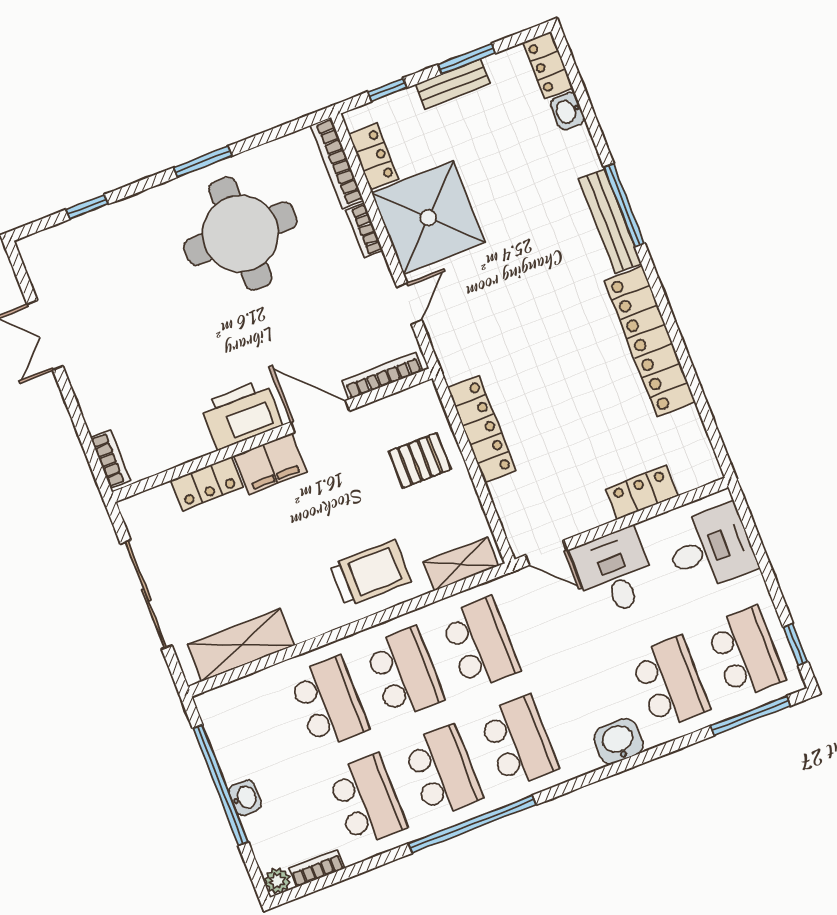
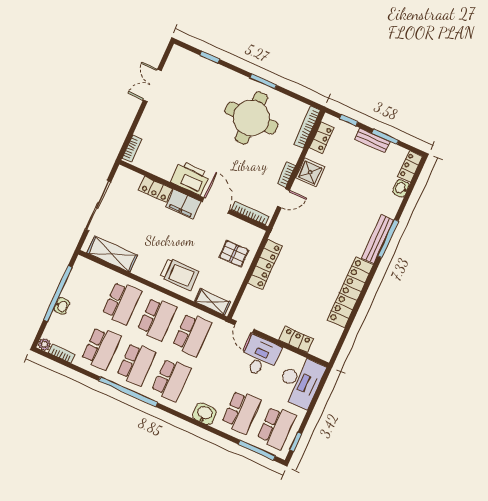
shower: (428, 218) -> (310, 172), width x0.54, depth x0.54
bookcase: (364, 230) -> (286, 175), moved
desk: (711, 548) -> (300, 381), width x1.37

